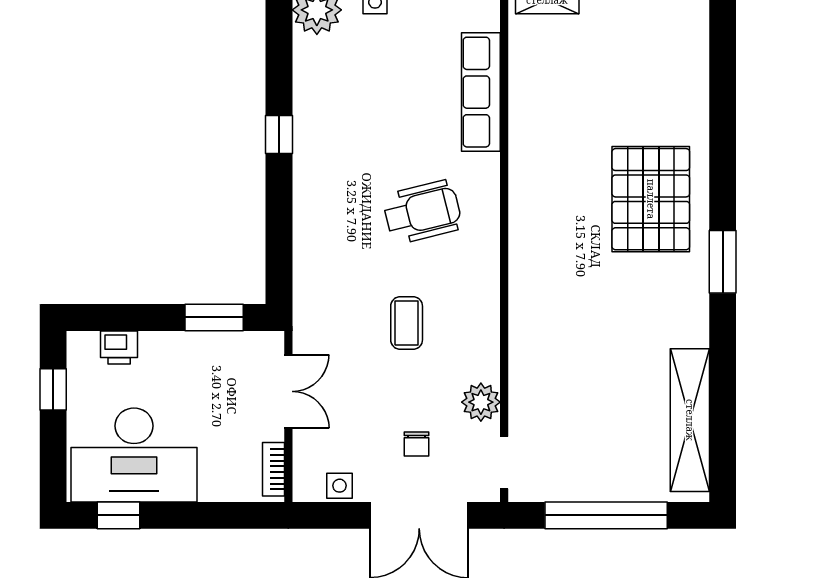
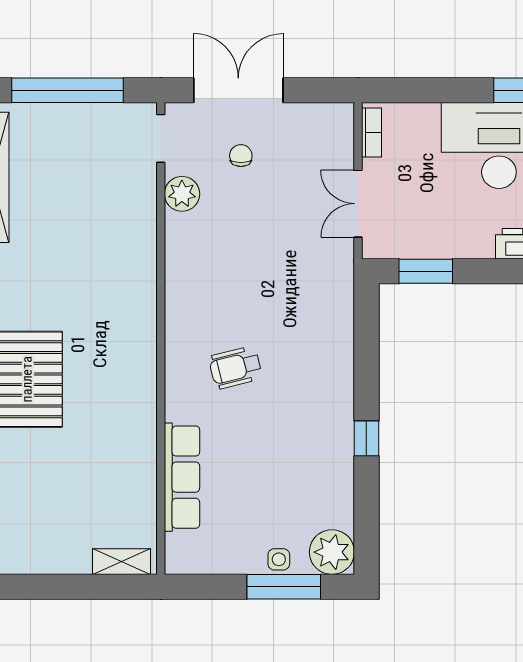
wheelchair: (422, 212) -> (235, 368), width x0.73, depth x0.73
coffee table: (407, 323) -> (250, 266), removed
side table: (340, 486) -> (311, 117), removed

